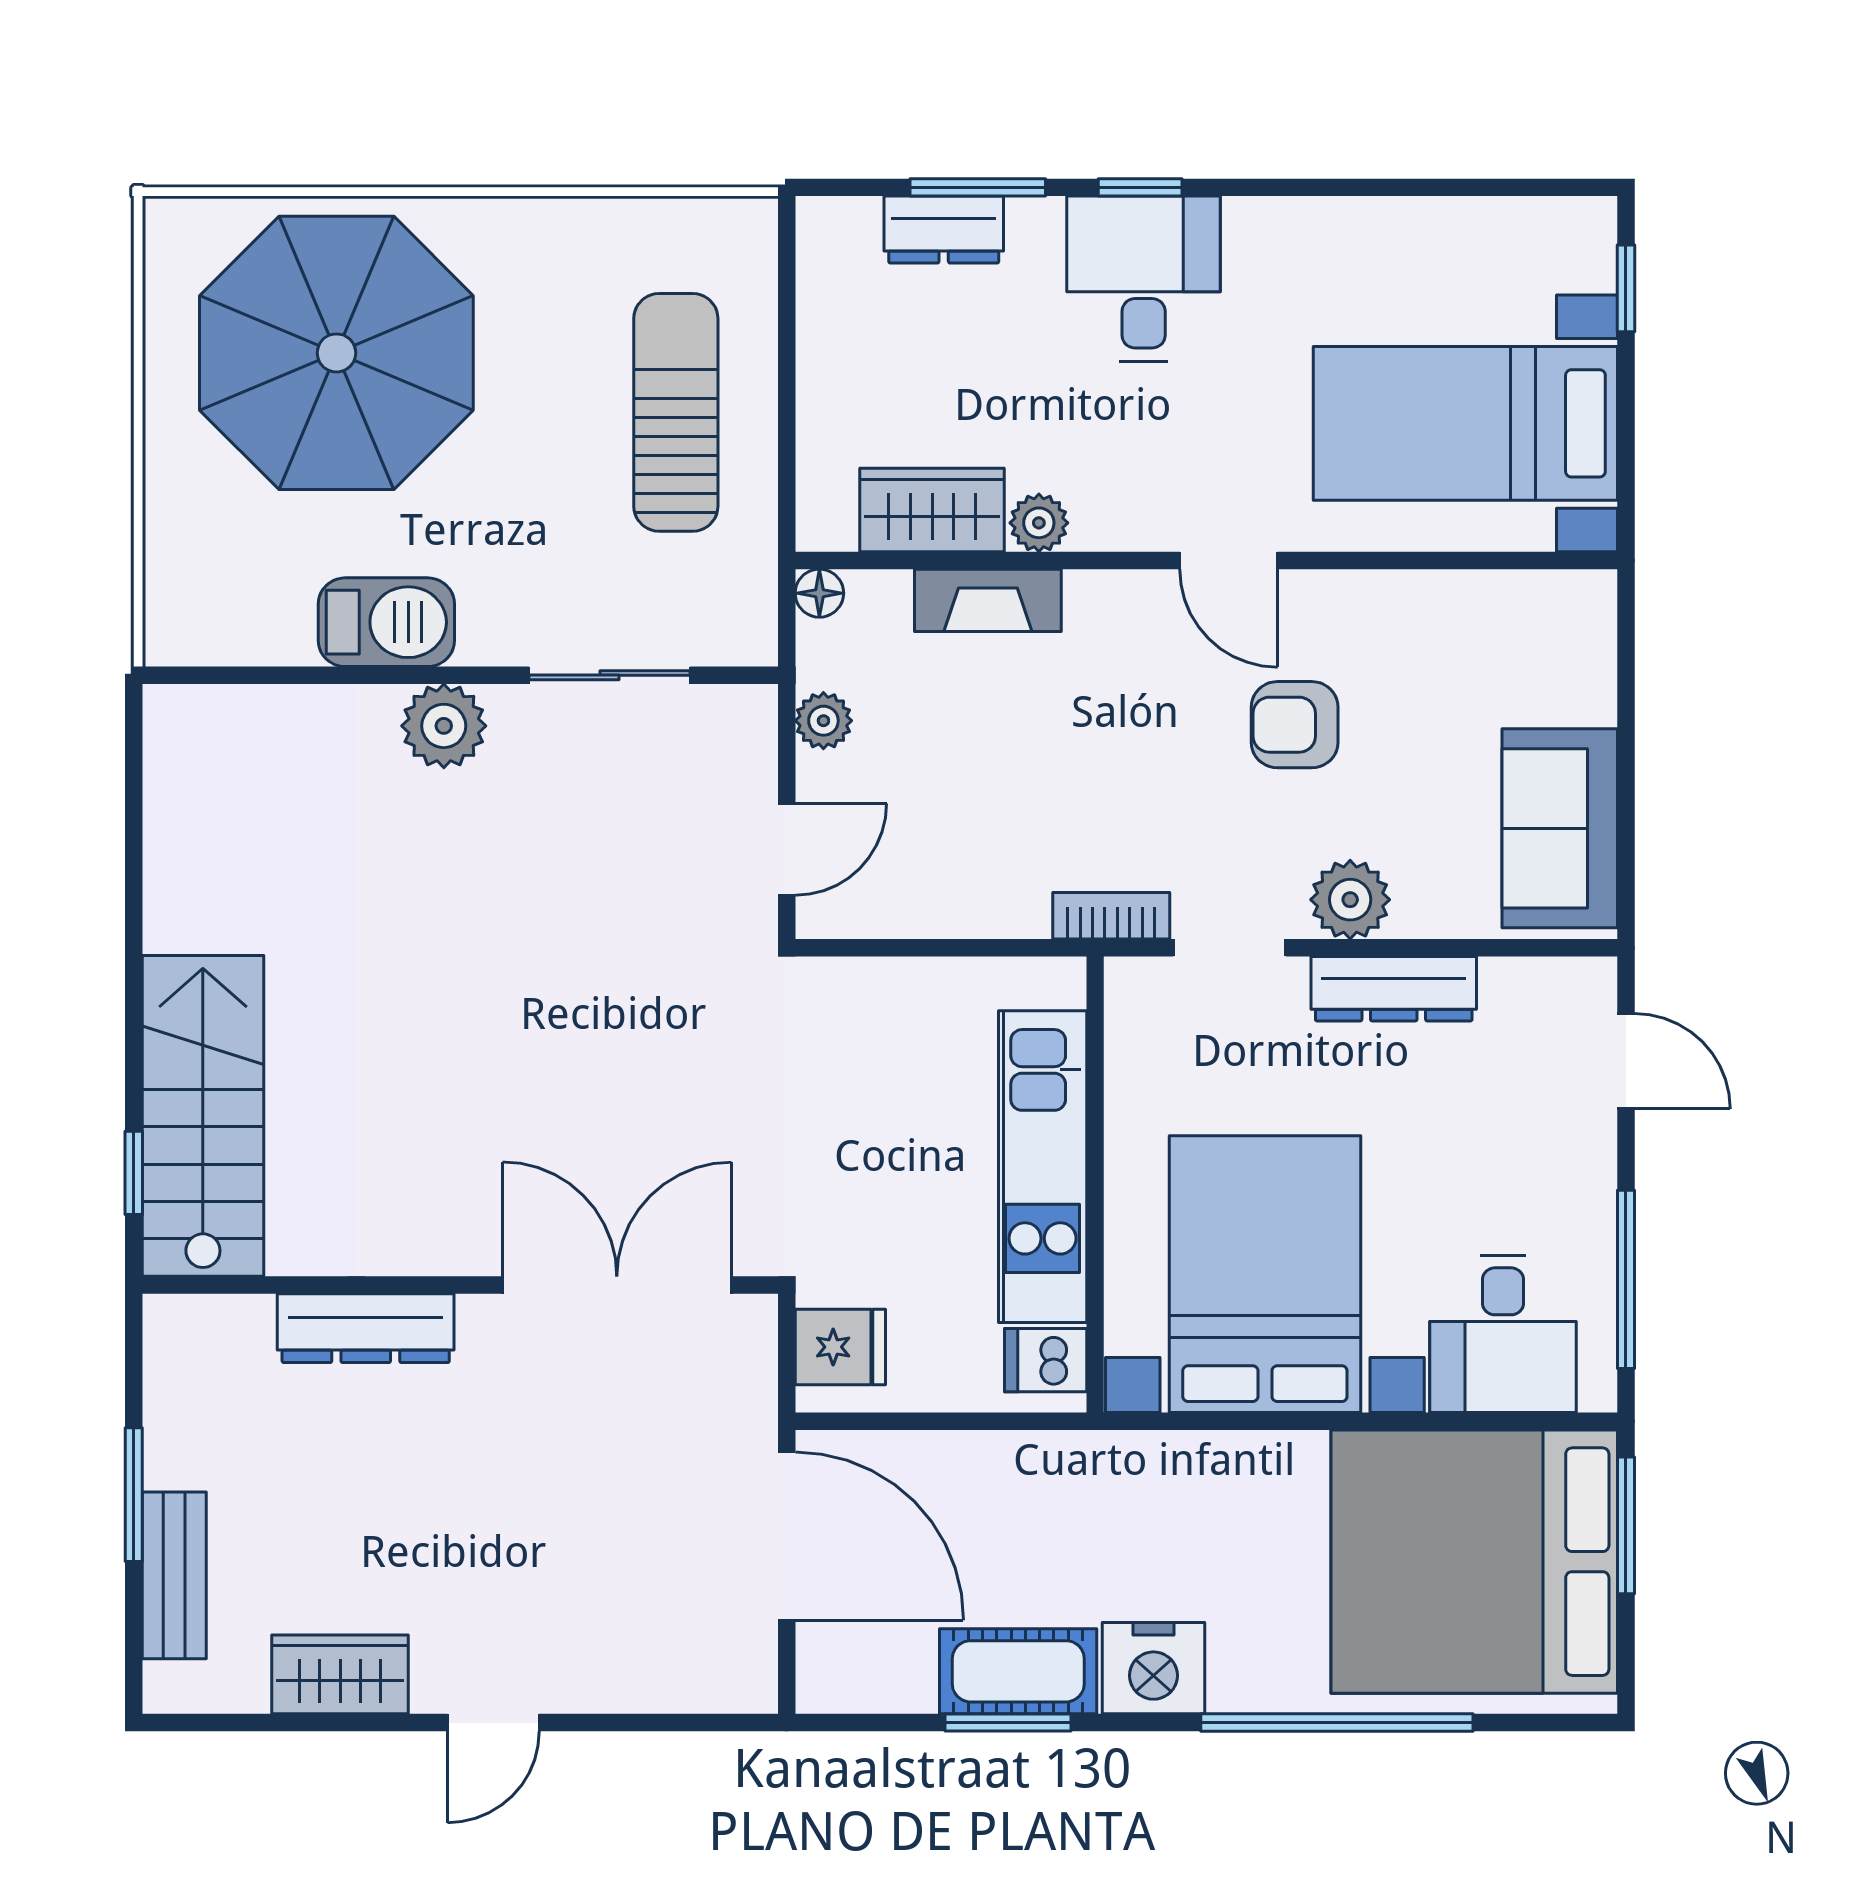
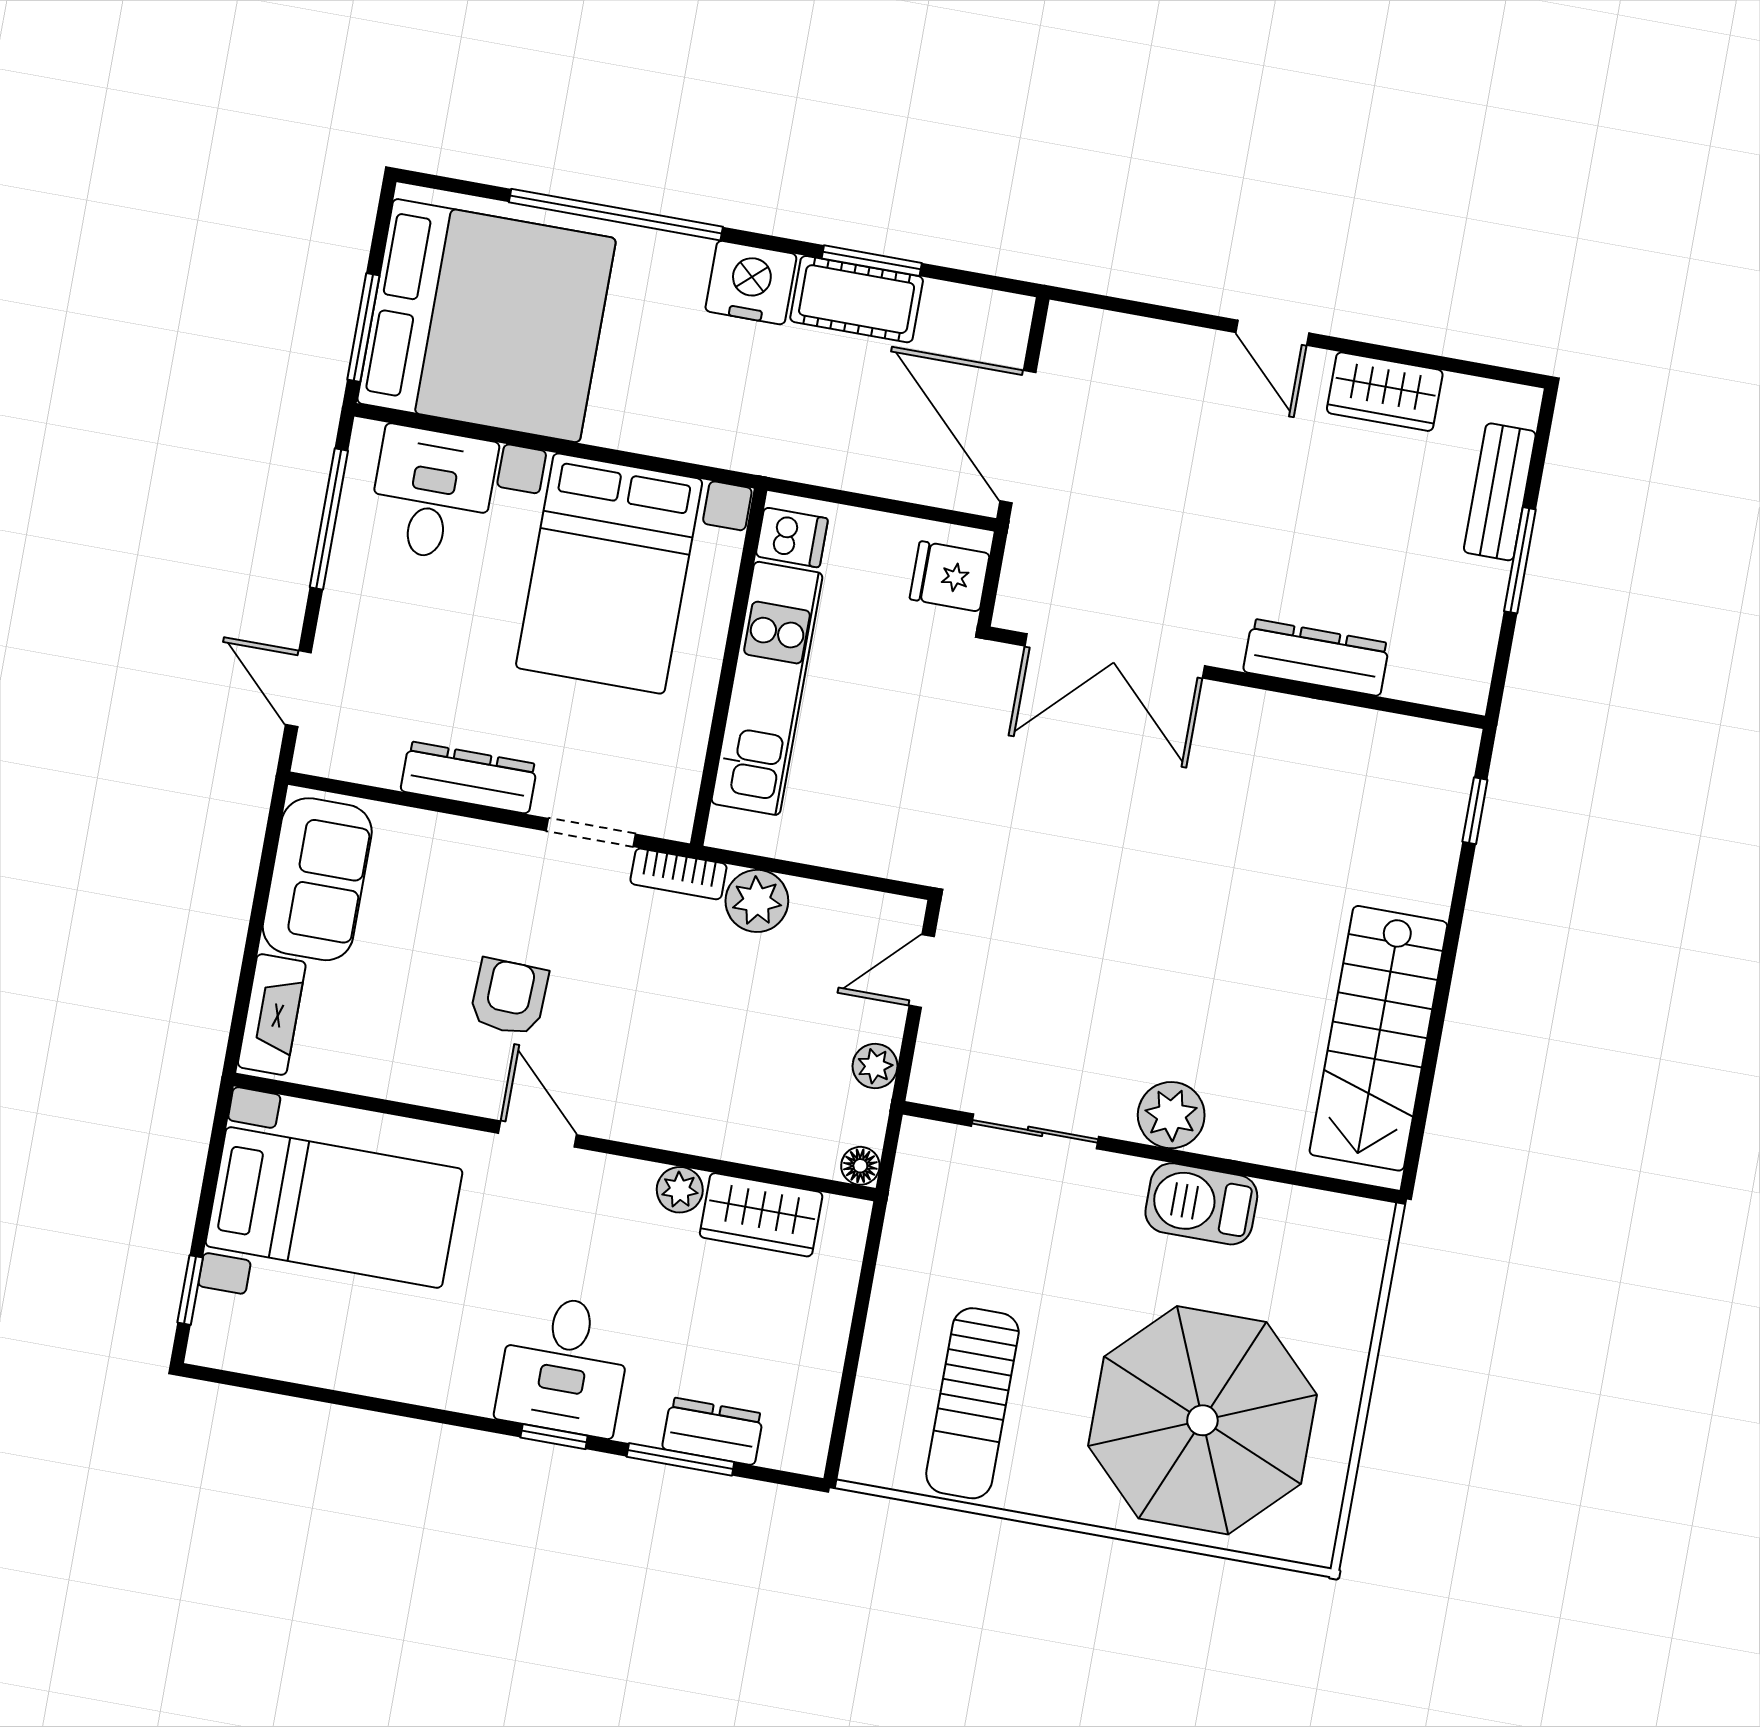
sun lounger: (676, 412) -> (972, 1403), moved
fireplace: (988, 600) -> (272, 1014), moved, turned 90
armchair: (1295, 725) -> (509, 997), turned -88
plant: (1350, 900) -> (757, 901), moved
stairs: (203, 1116) -> (1378, 1038), moved
door: (493, 1723) -> (1272, 333), swing flipped

